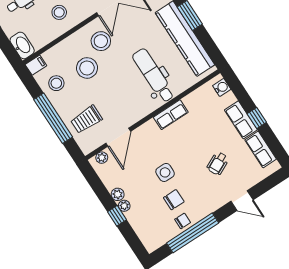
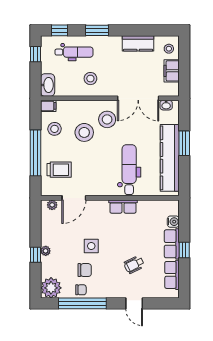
water cooler: (222, 87) -> (173, 222), moved
trolley: (86, 119) -> (59, 170), turned 180
plant: (118, 194) -> (51, 288), moved, width x1.88, depth x1.88

